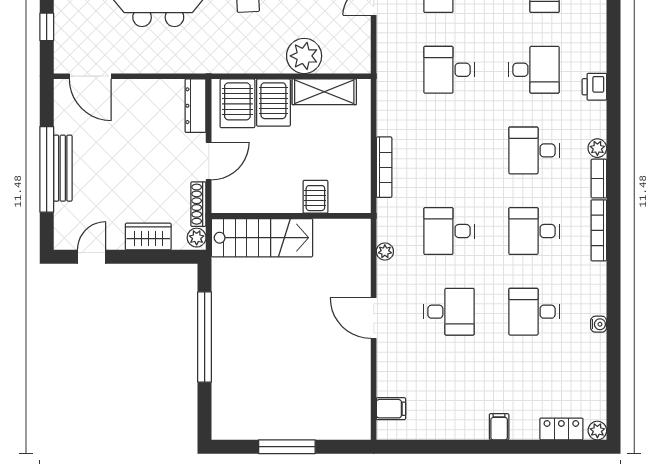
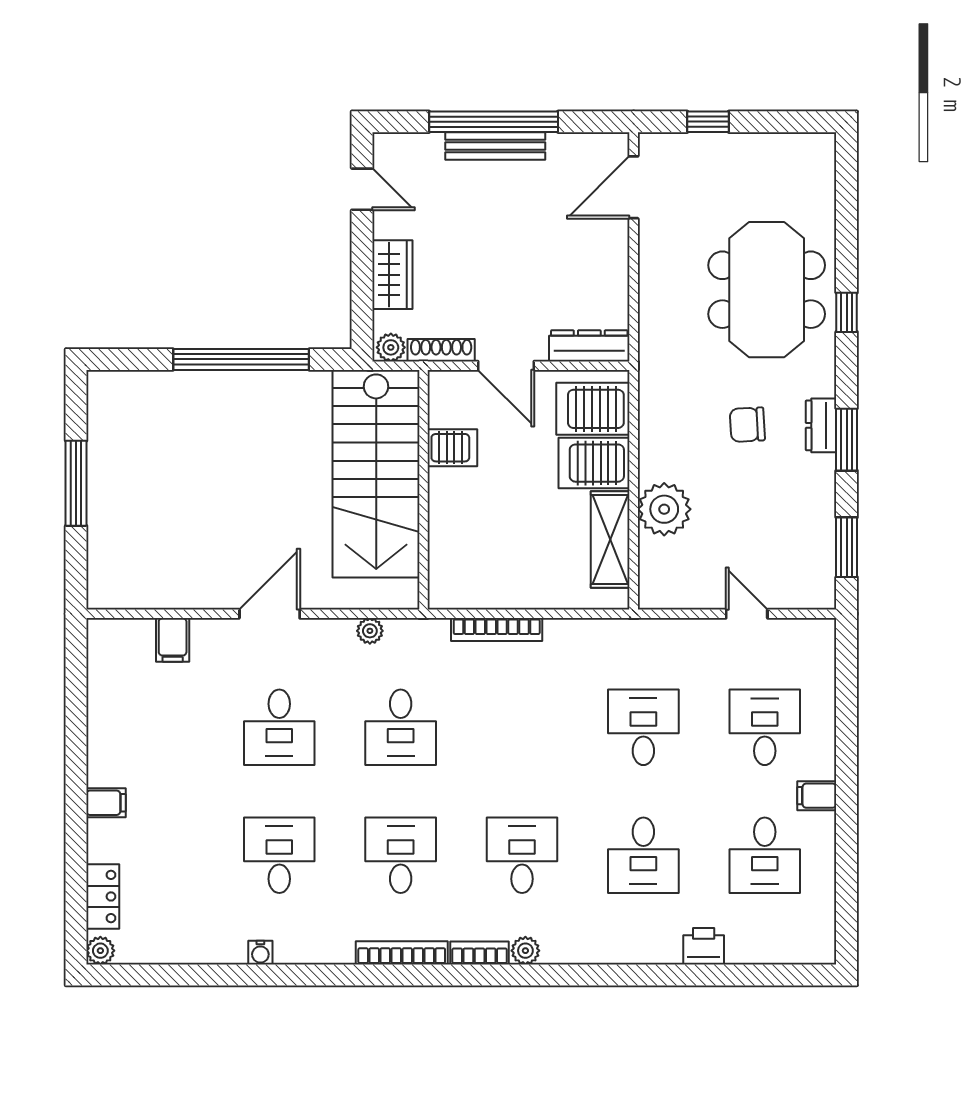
printer: (594, 87) -> (704, 946), moved
server rack: (315, 197) -> (452, 448), moved
desk: (449, 231) -> (401, 727), turned 180
stairs: (262, 238) -> (376, 474), width x1.36, depth x1.51
filing cabinet: (391, 409) -> (173, 640), moved

